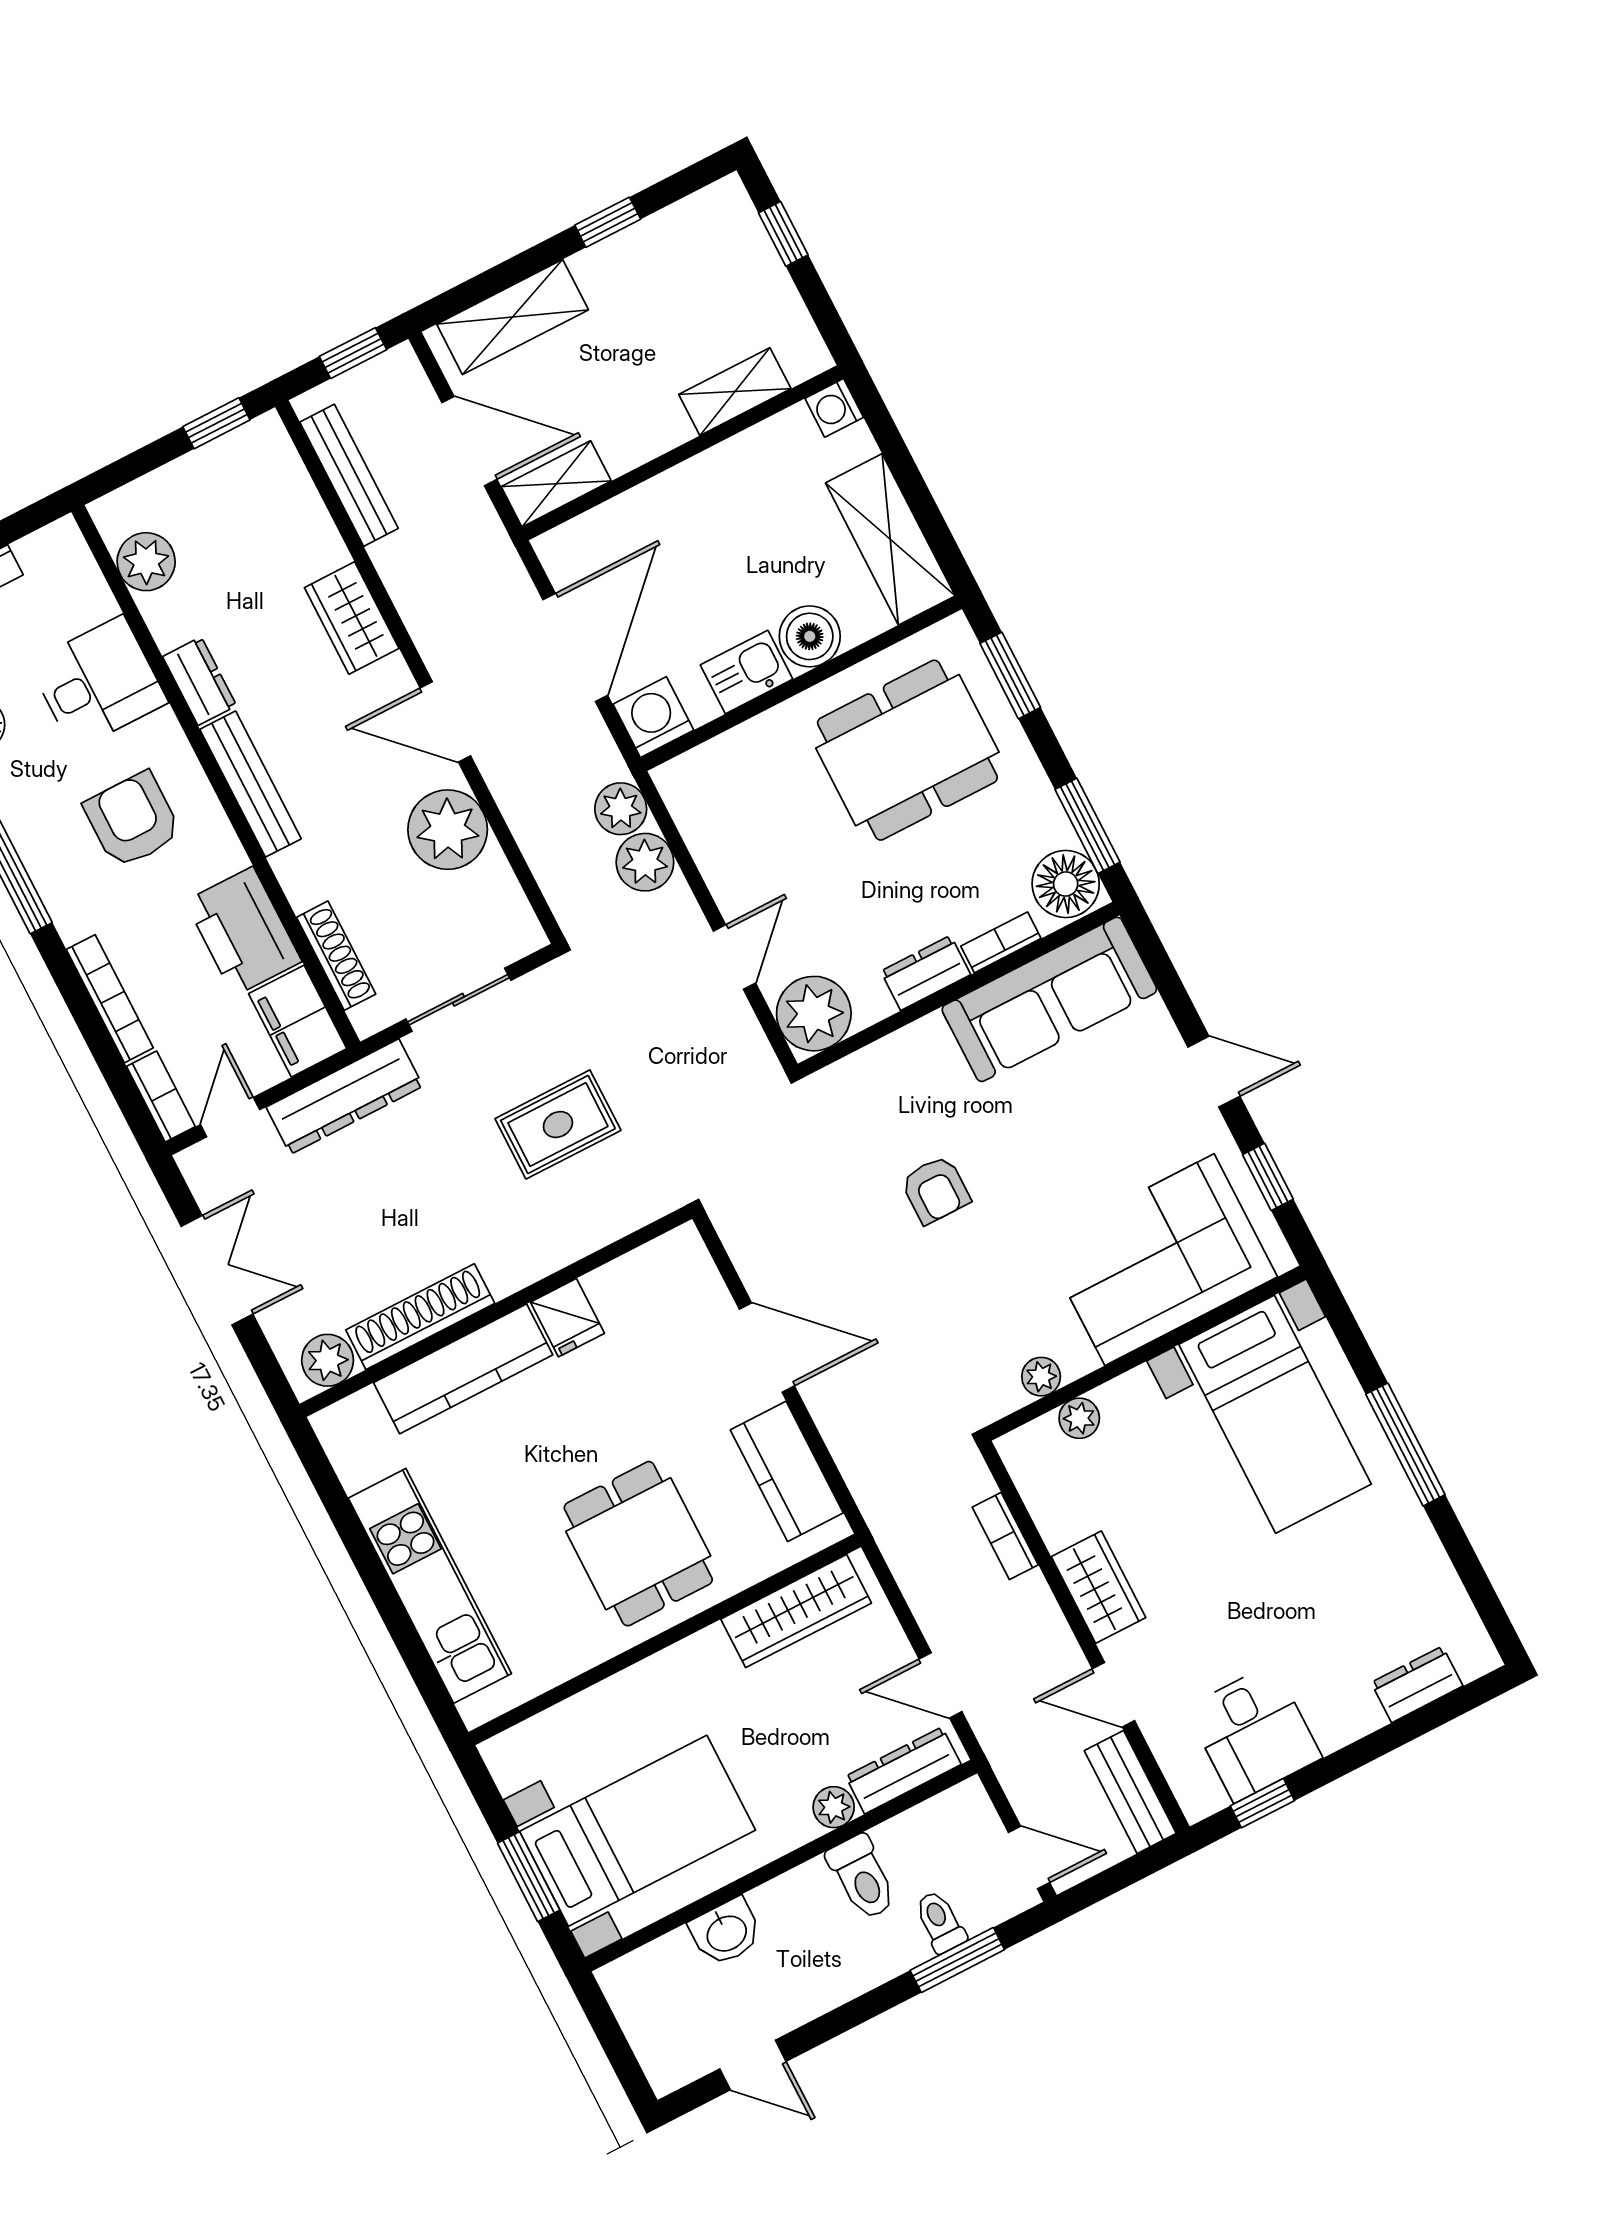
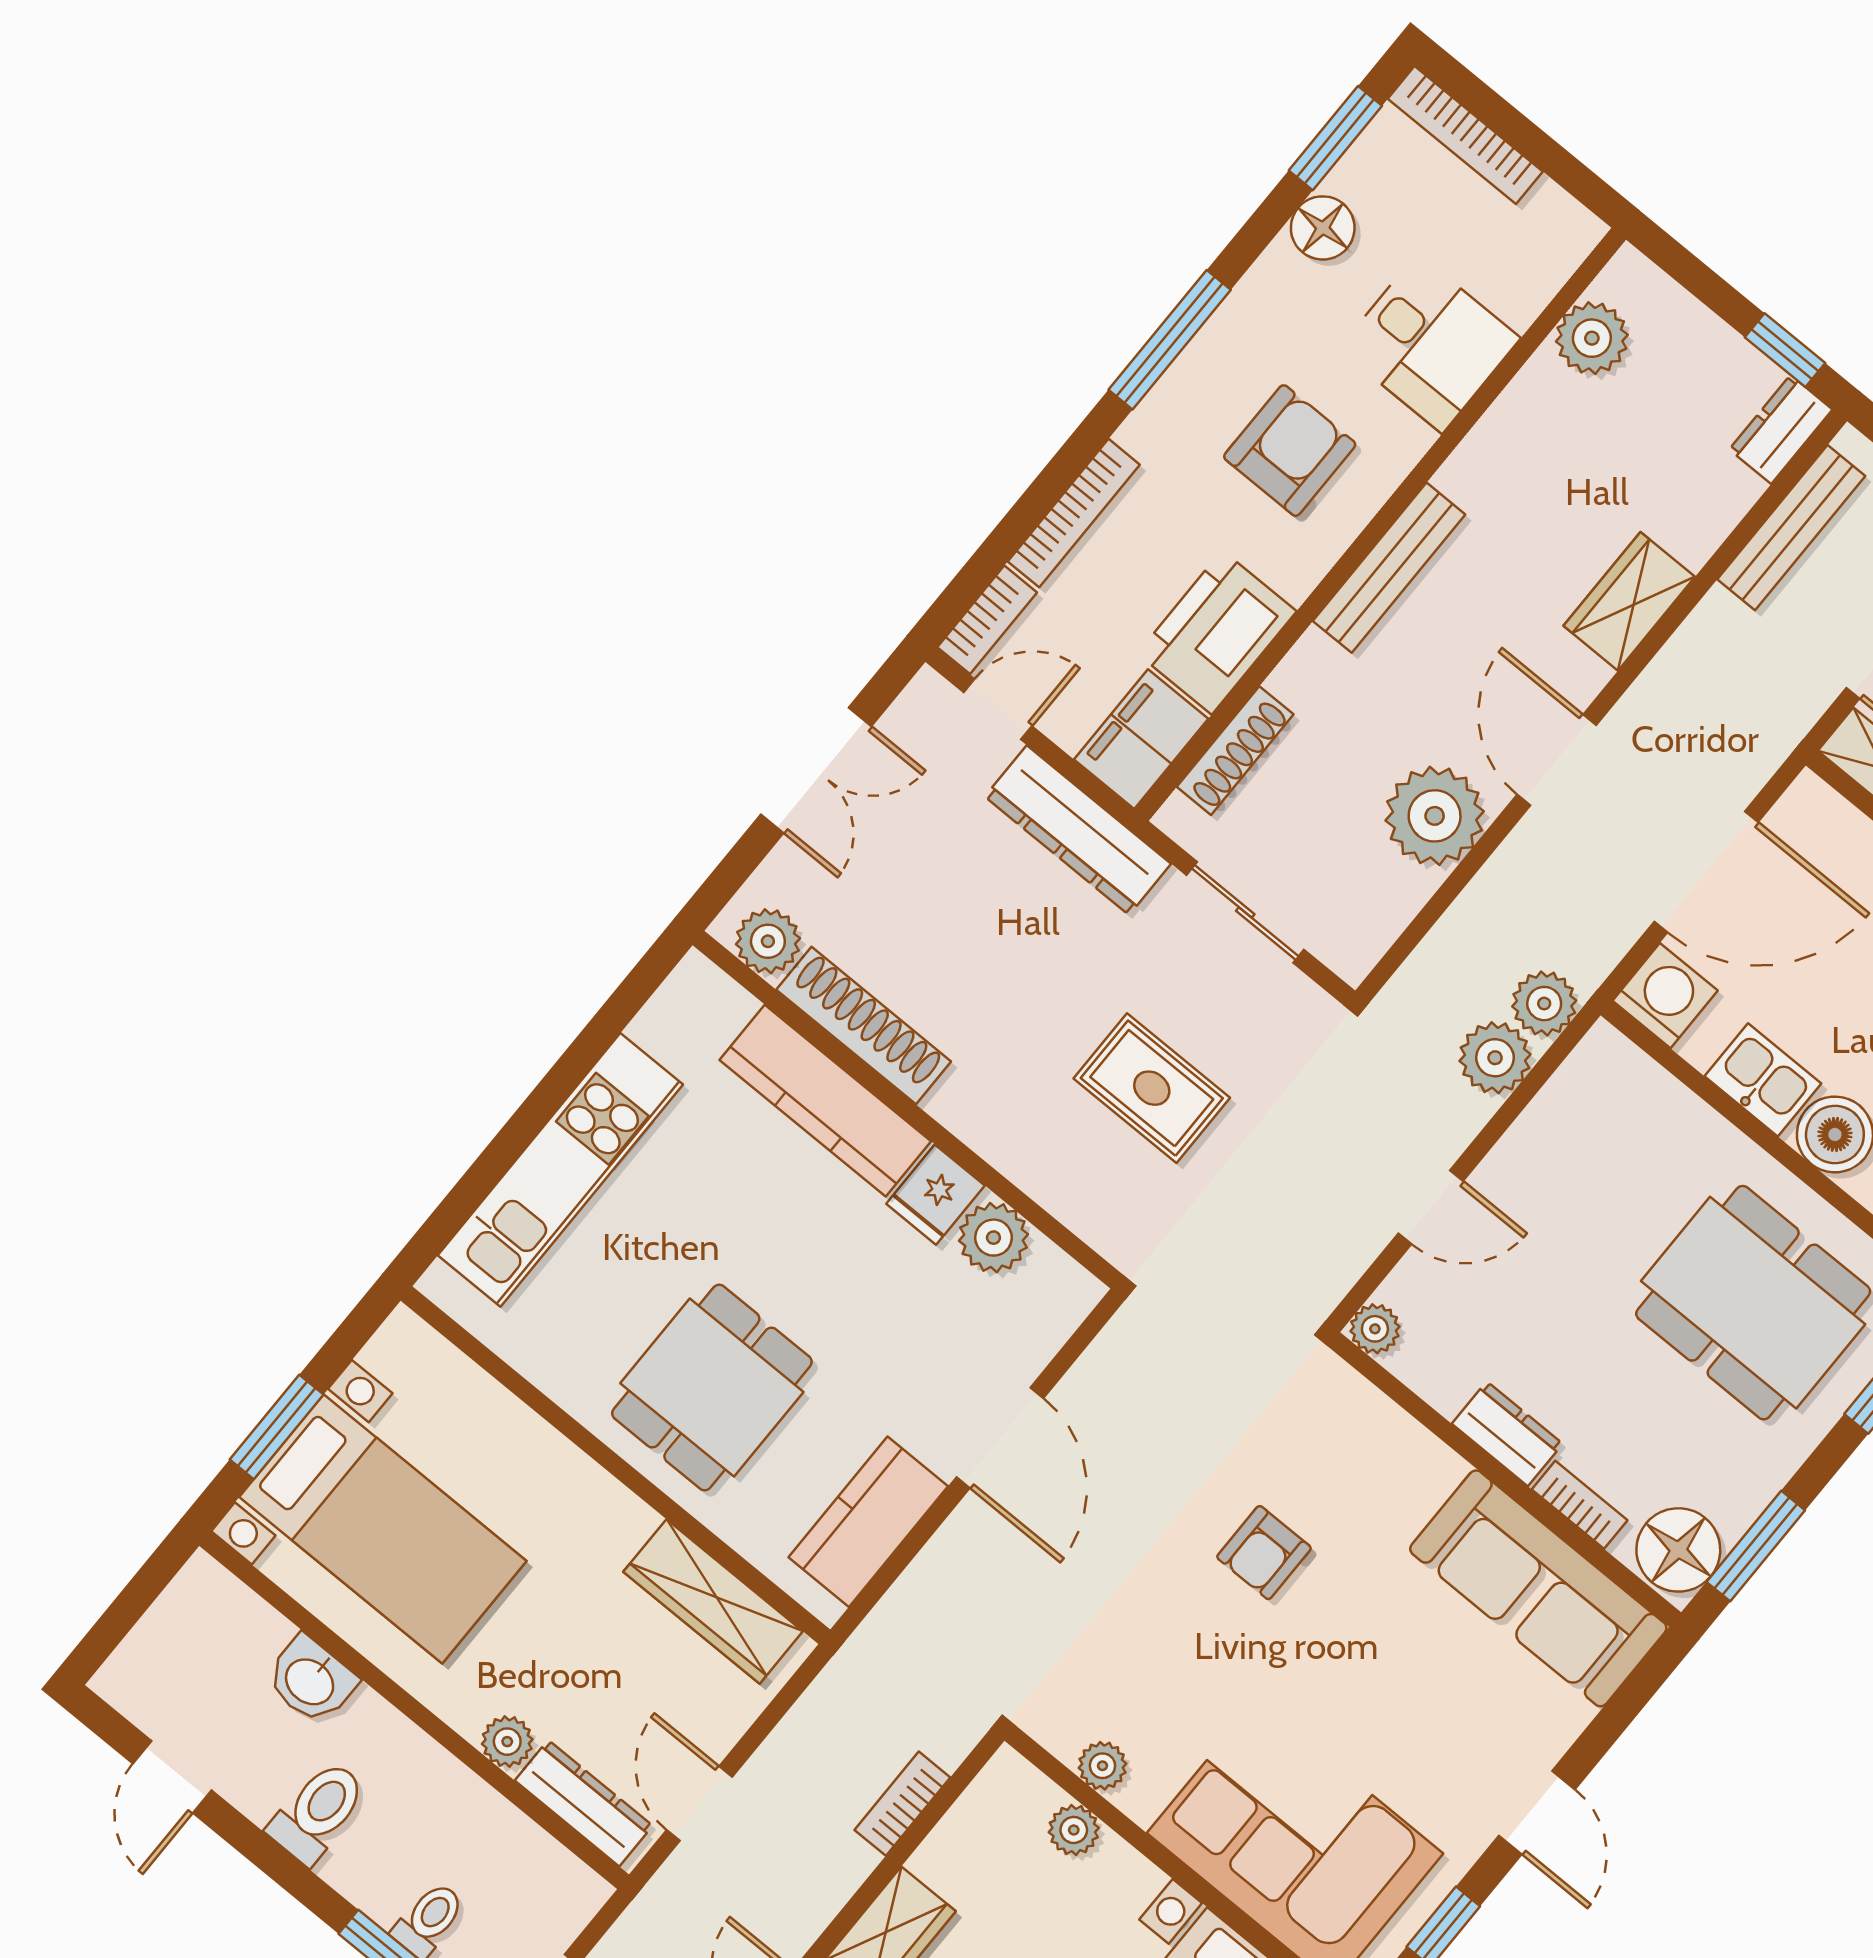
dresser: (200, 681) -> (1781, 429), moved, turned 180
plant: (814, 1014) -> (1375, 1329), width x0.53, depth x0.53
plant: (618, 1289) -> (993, 1238), added
toilet: (862, 1877) -> (318, 1812), moved, turned 180

